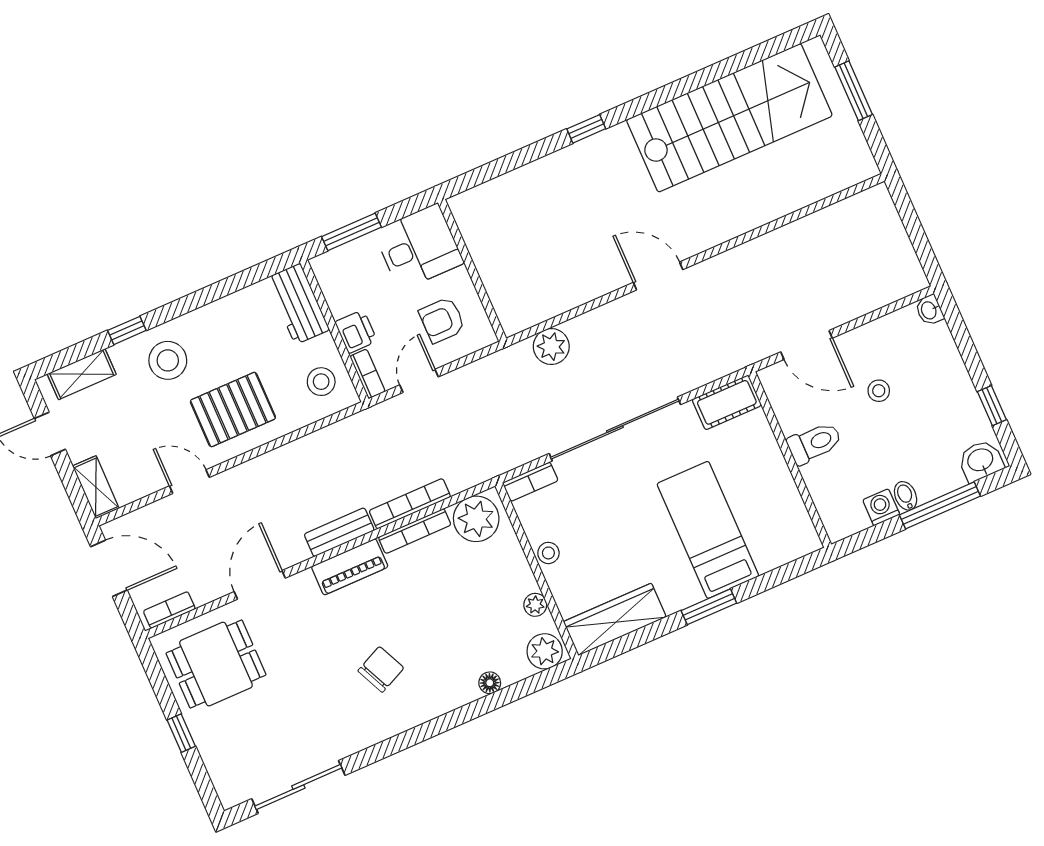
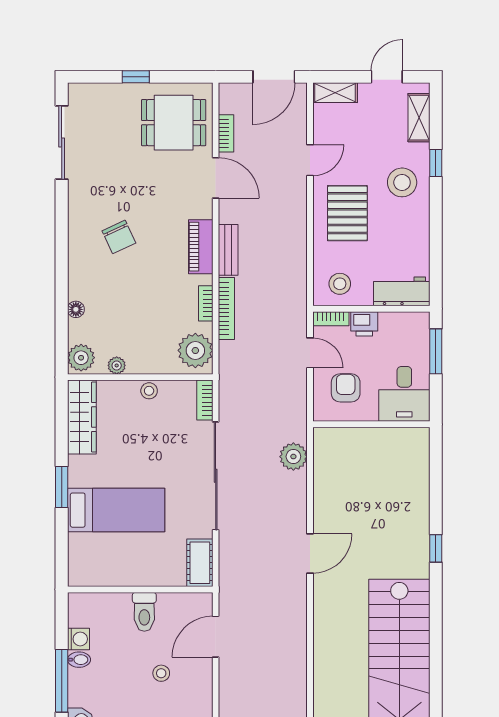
bookcase: (415, 531) -> (206, 303), width x0.64
bookcase: (169, 610) -> (226, 133), moved
dining table: (216, 664) -> (174, 123), turned 90

